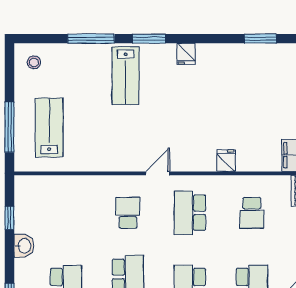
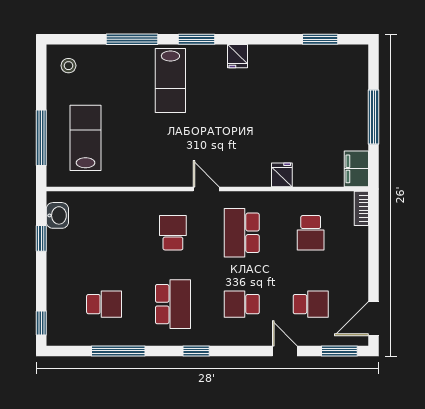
door: (158, 173) -> (206, 189), hinge flipped
washbasin: (24, 246) -> (57, 215), moved

